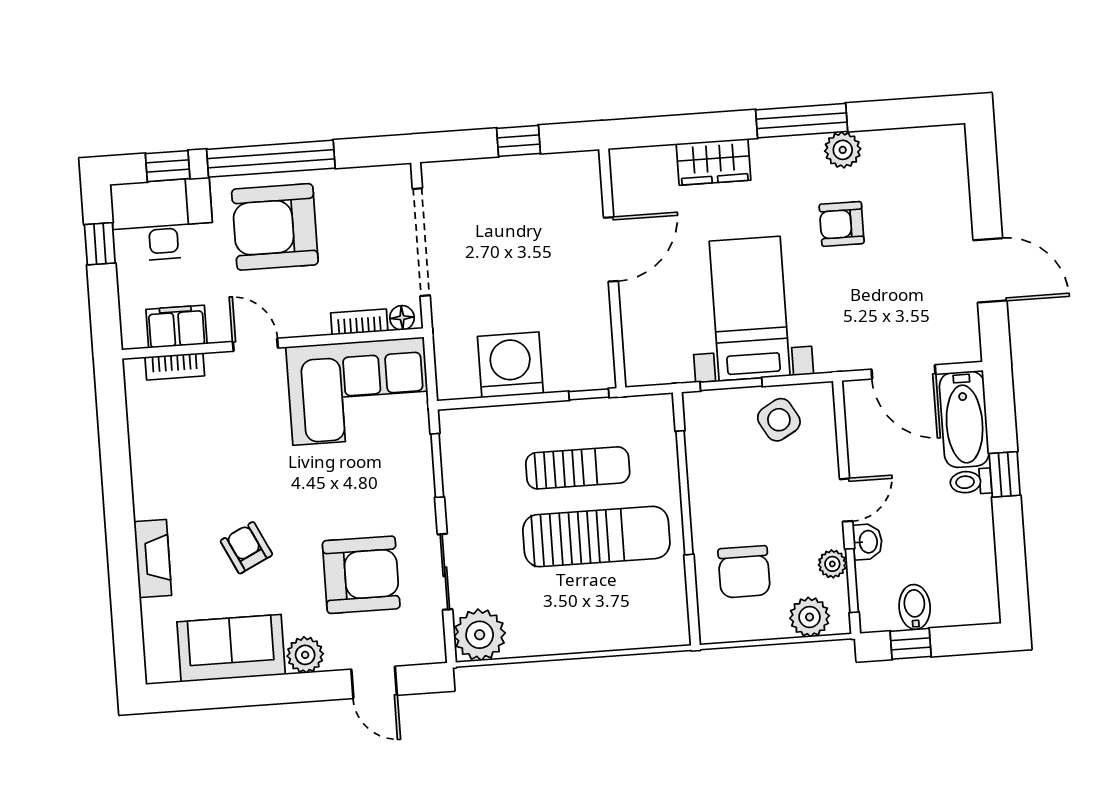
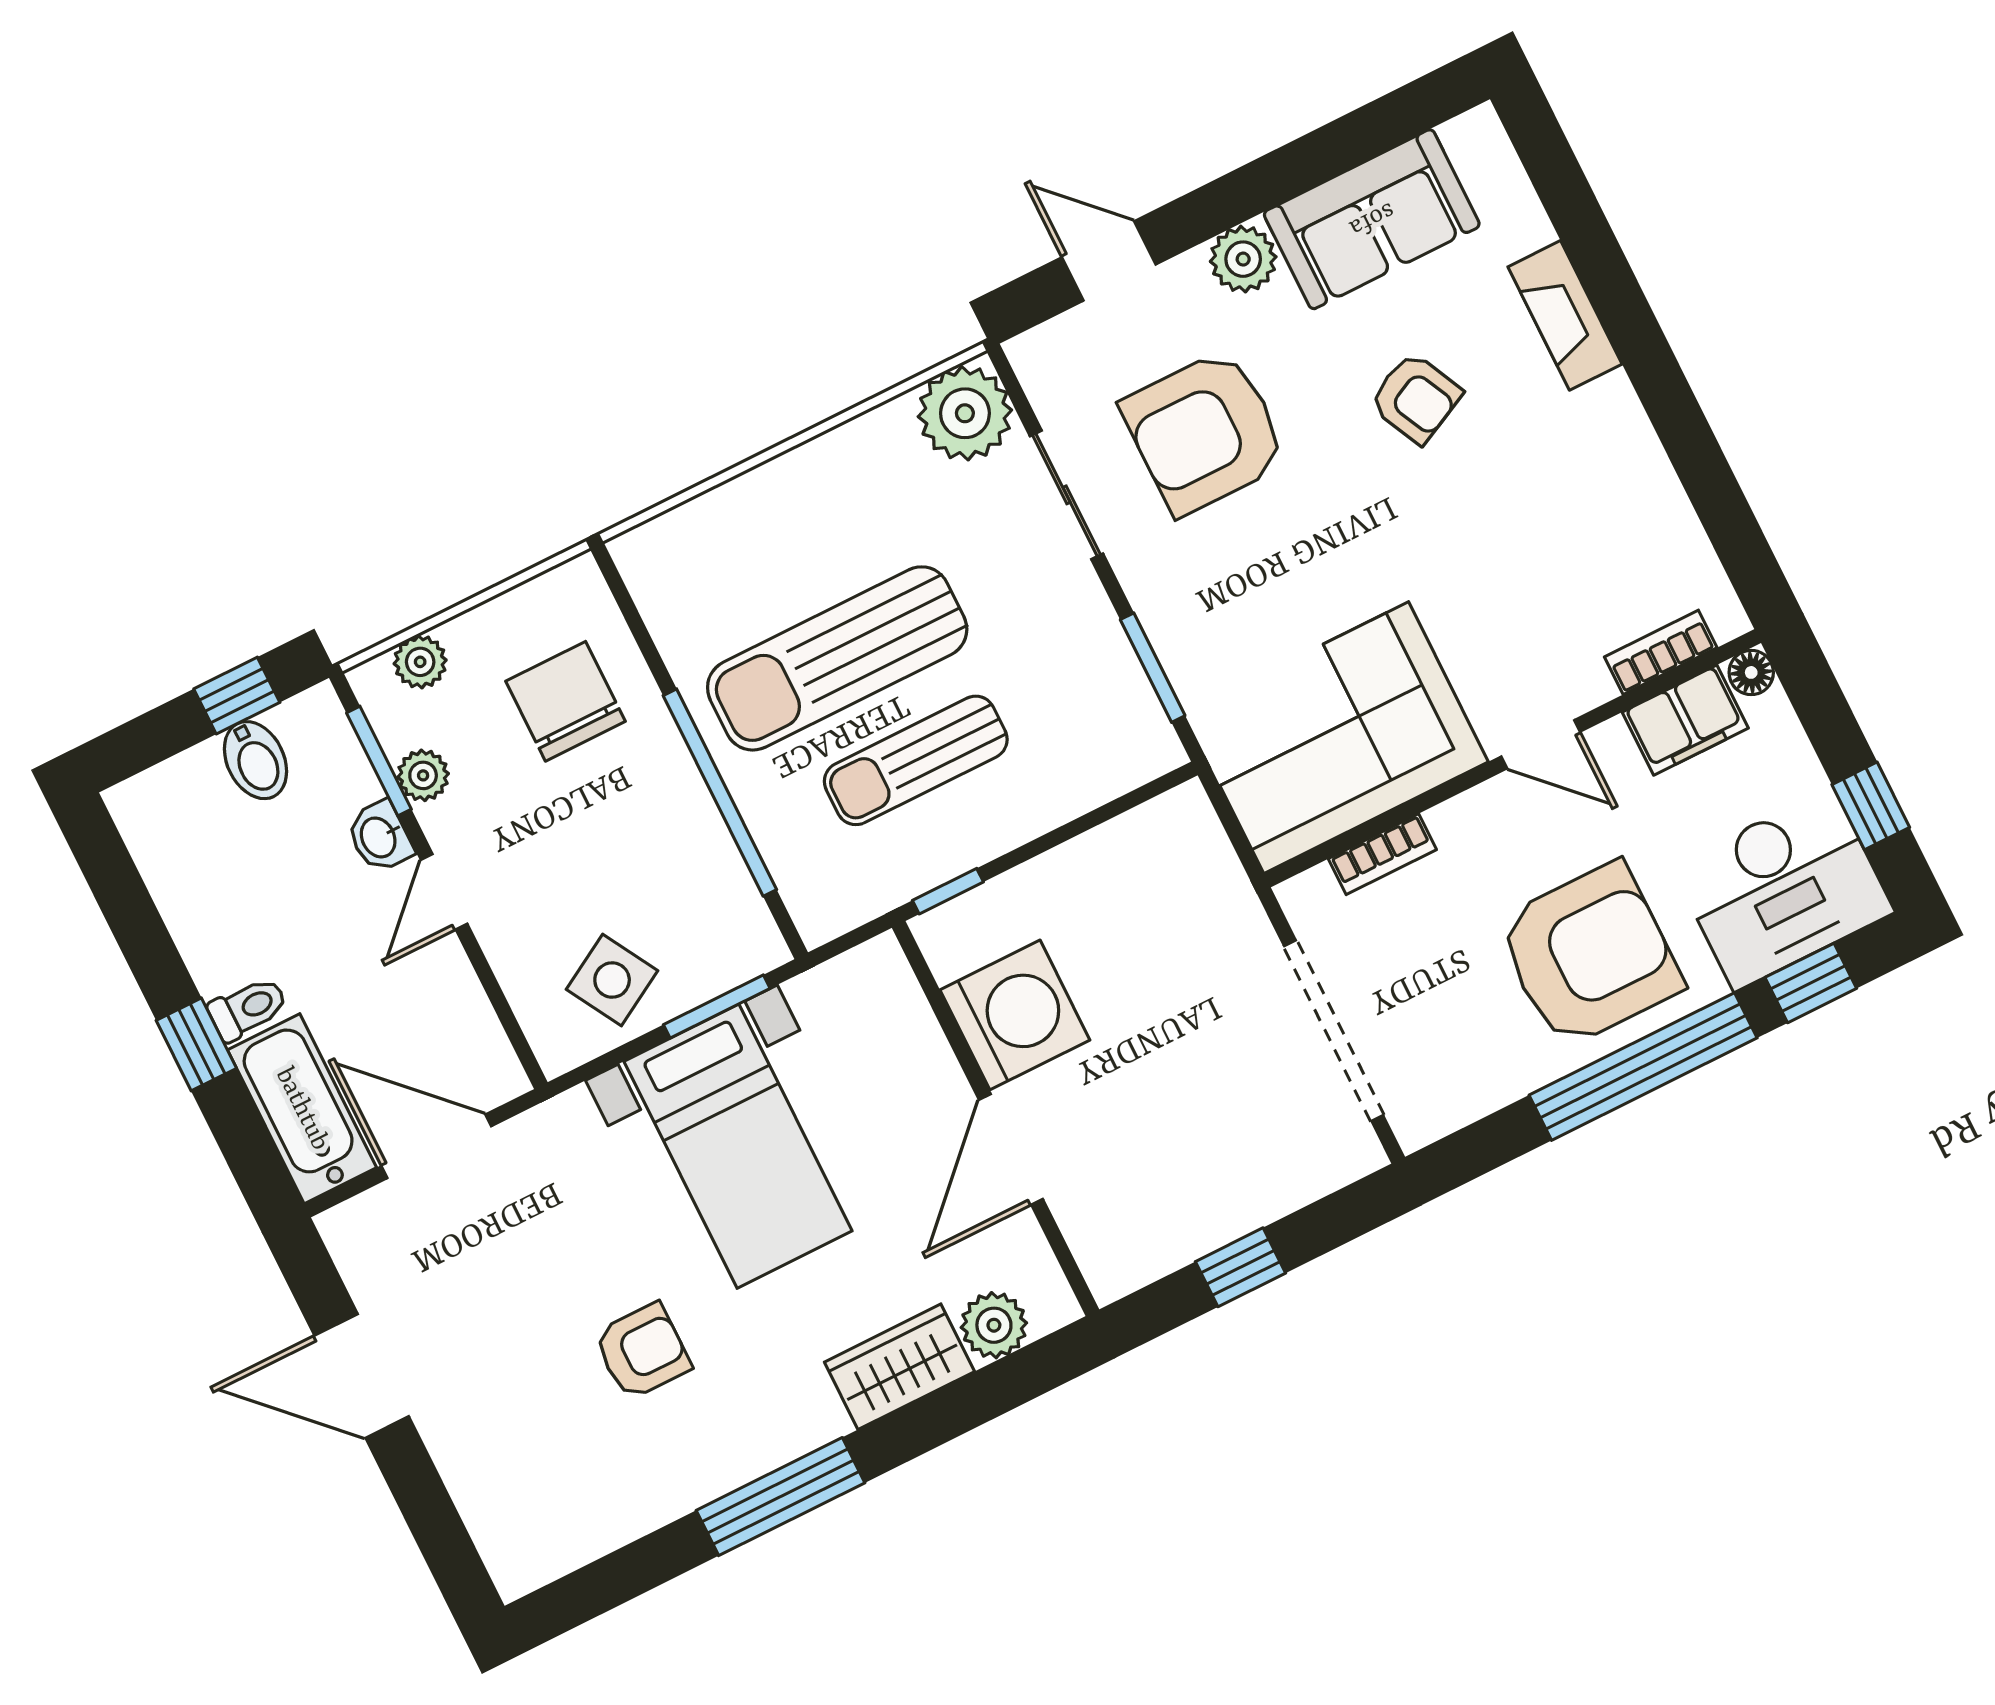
plant: (843, 150) -> (994, 1325), moved
floor lamp: (402, 318) -> (1751, 672), moved
washing machine: (510, 365) -> (1015, 1015), moved, turned -90
plant: (810, 617) -> (420, 662), width x0.73, depth x0.73

